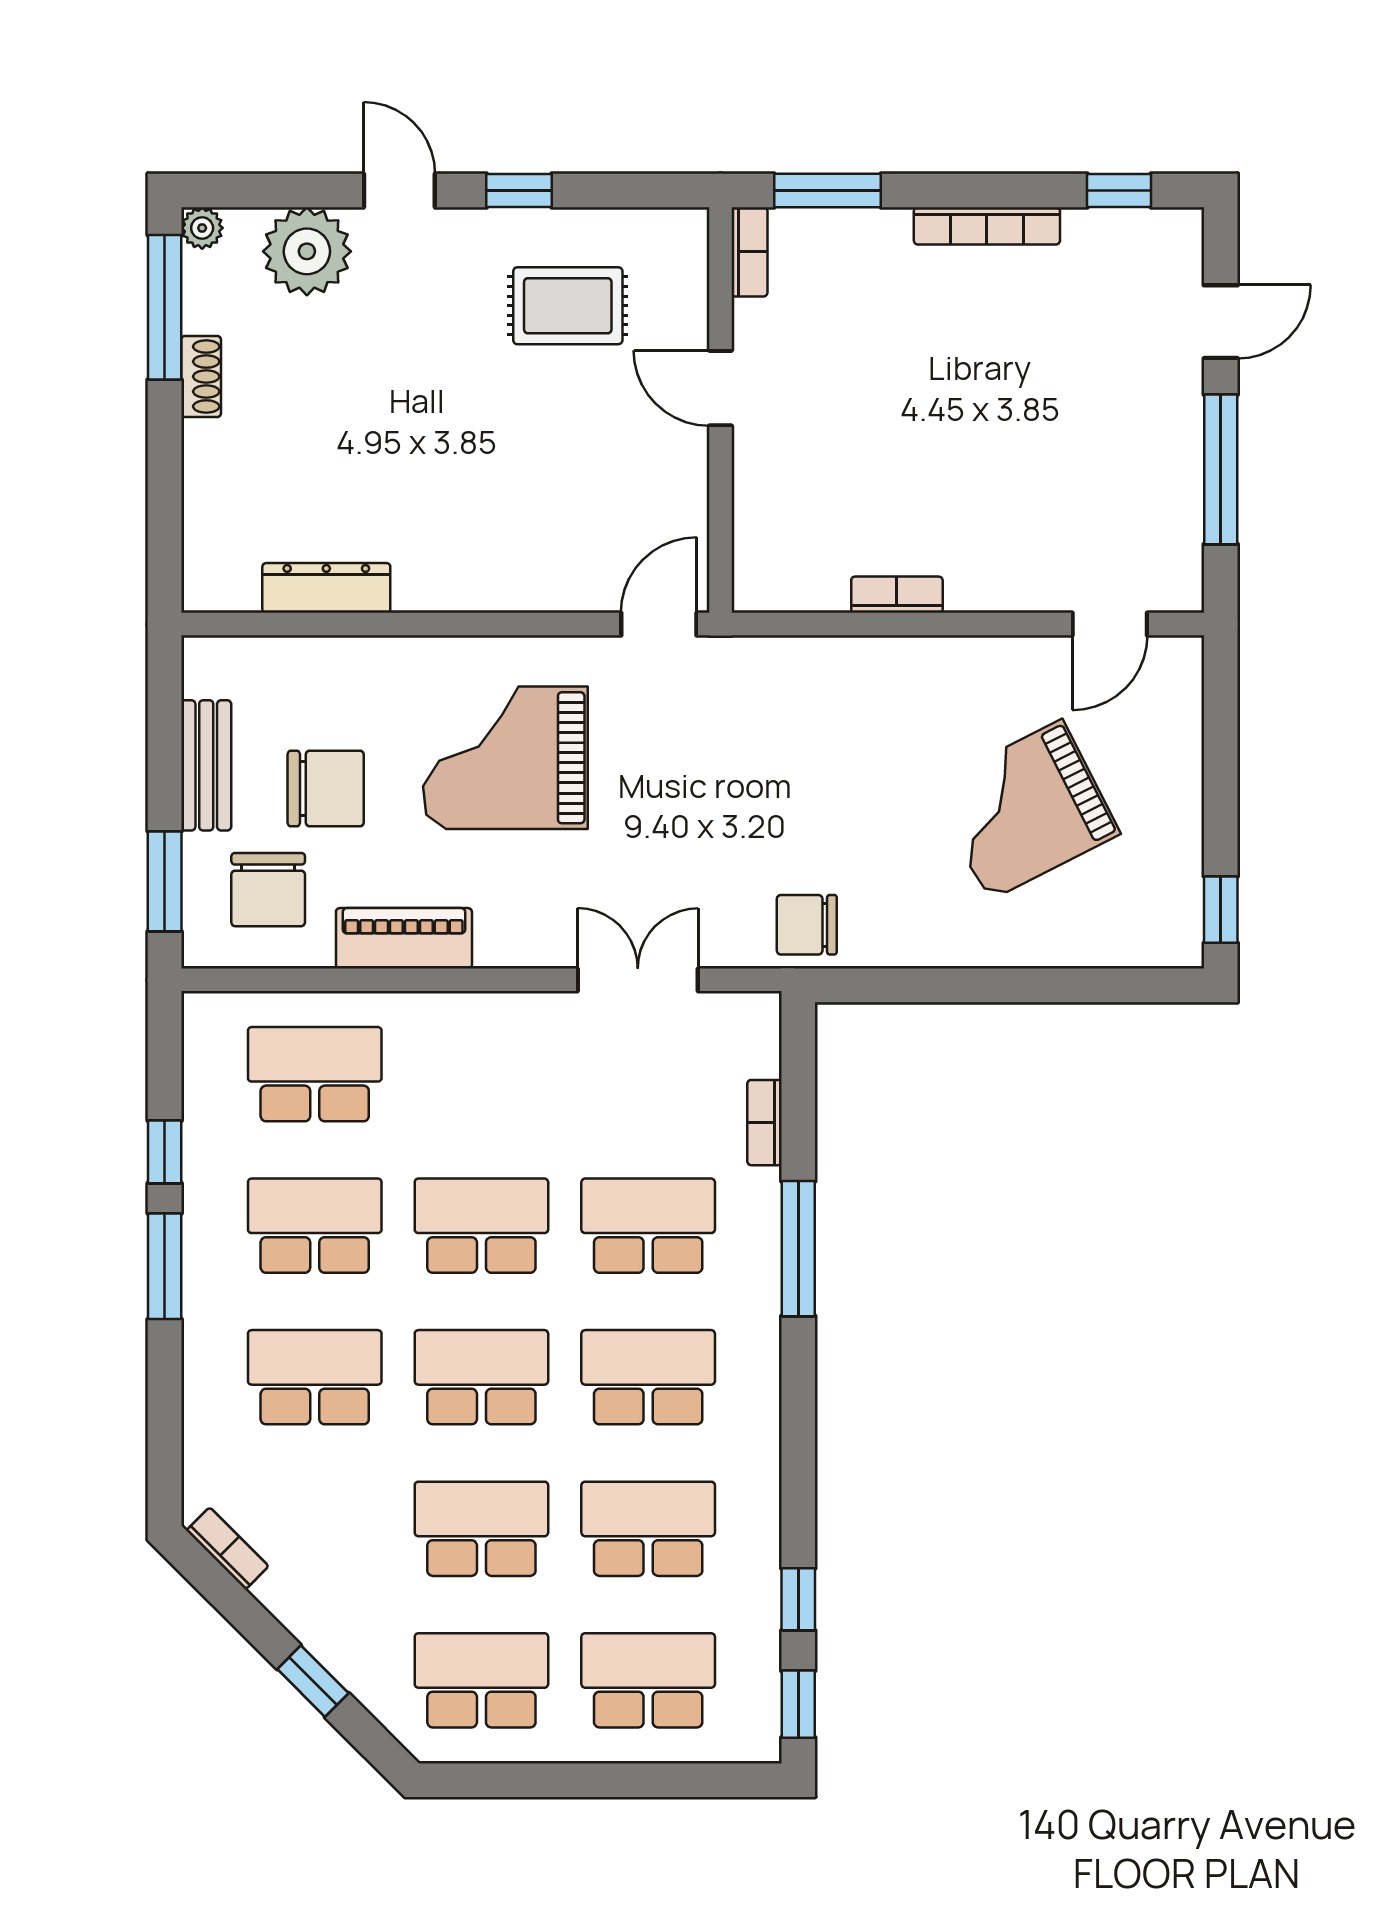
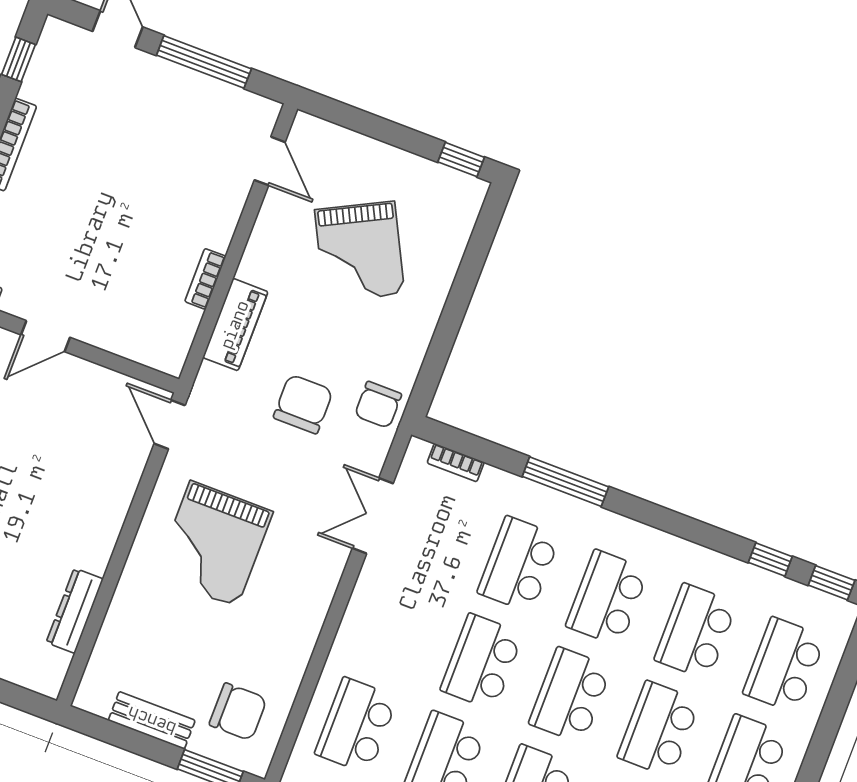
chair: (326, 789) -> (303, 404), moved
piano: (404, 938) -> (235, 325), moved, turned 180
bookcase: (765, 1123) -> (456, 463), moved

